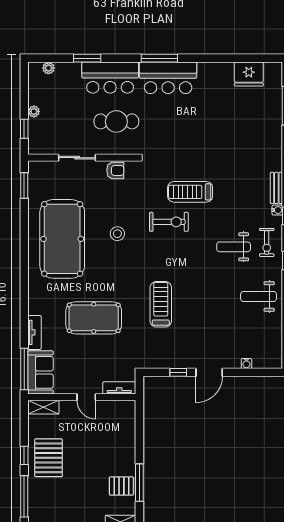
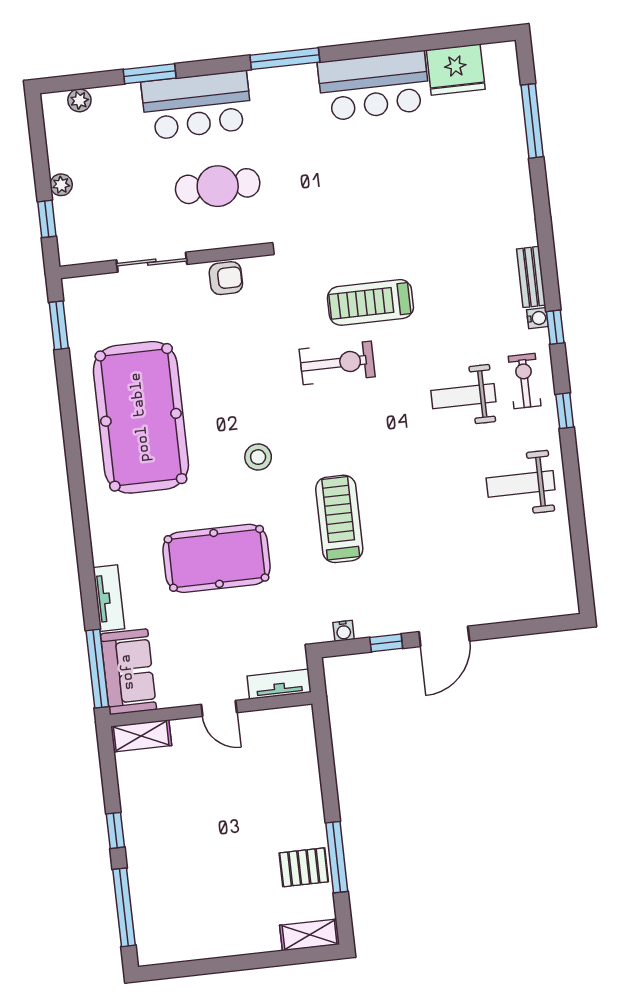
bar counter: (168, 78) -> (374, 86), moved
stool: (117, 234) -> (258, 457), moved
exercise bike: (267, 242) -> (525, 381), turned 180
water cooler: (246, 364) -> (344, 631), moved
pallet: (49, 458) -> (161, 830), removed

